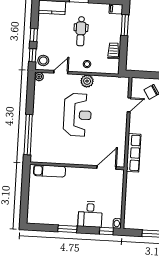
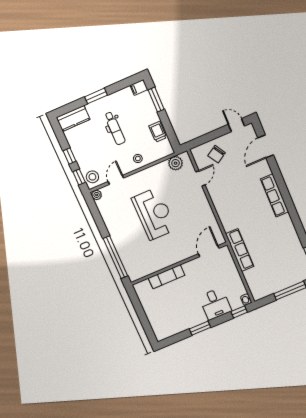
plant: (87, 81) -> (176, 163), moved
row of seats: (134, 153) -> (240, 250), moved
exam couch: (50, 171) -> (167, 277), moved

